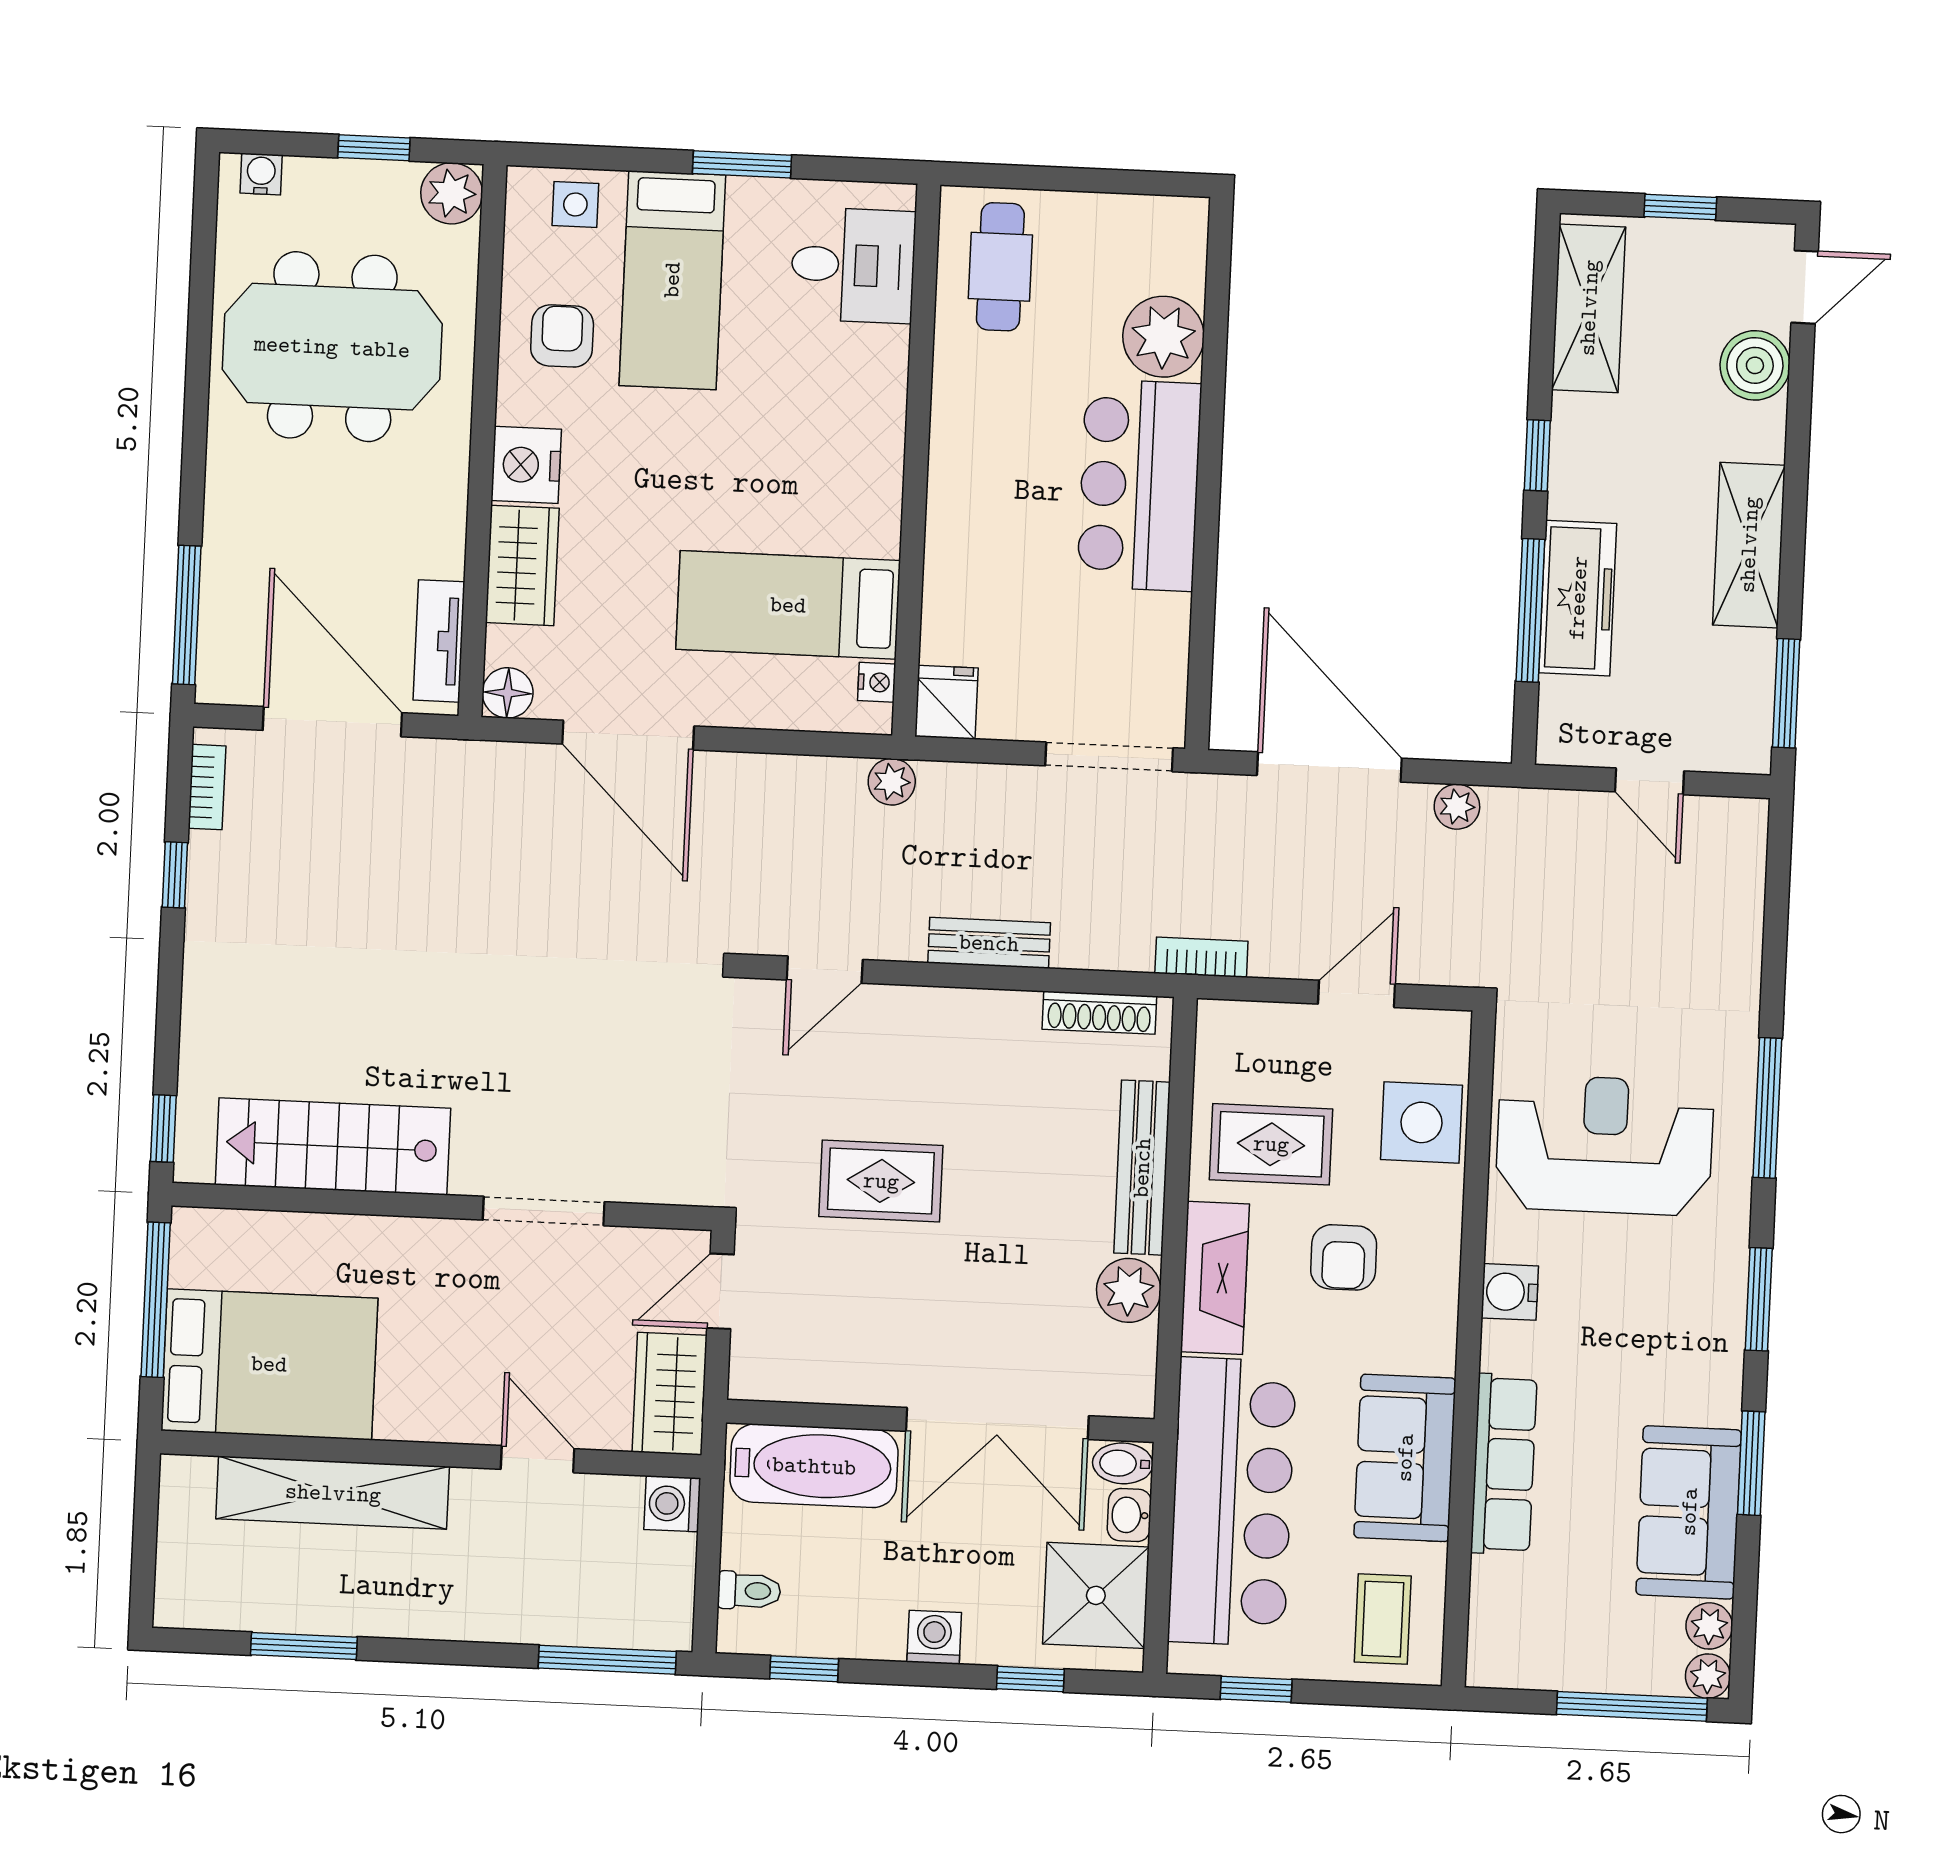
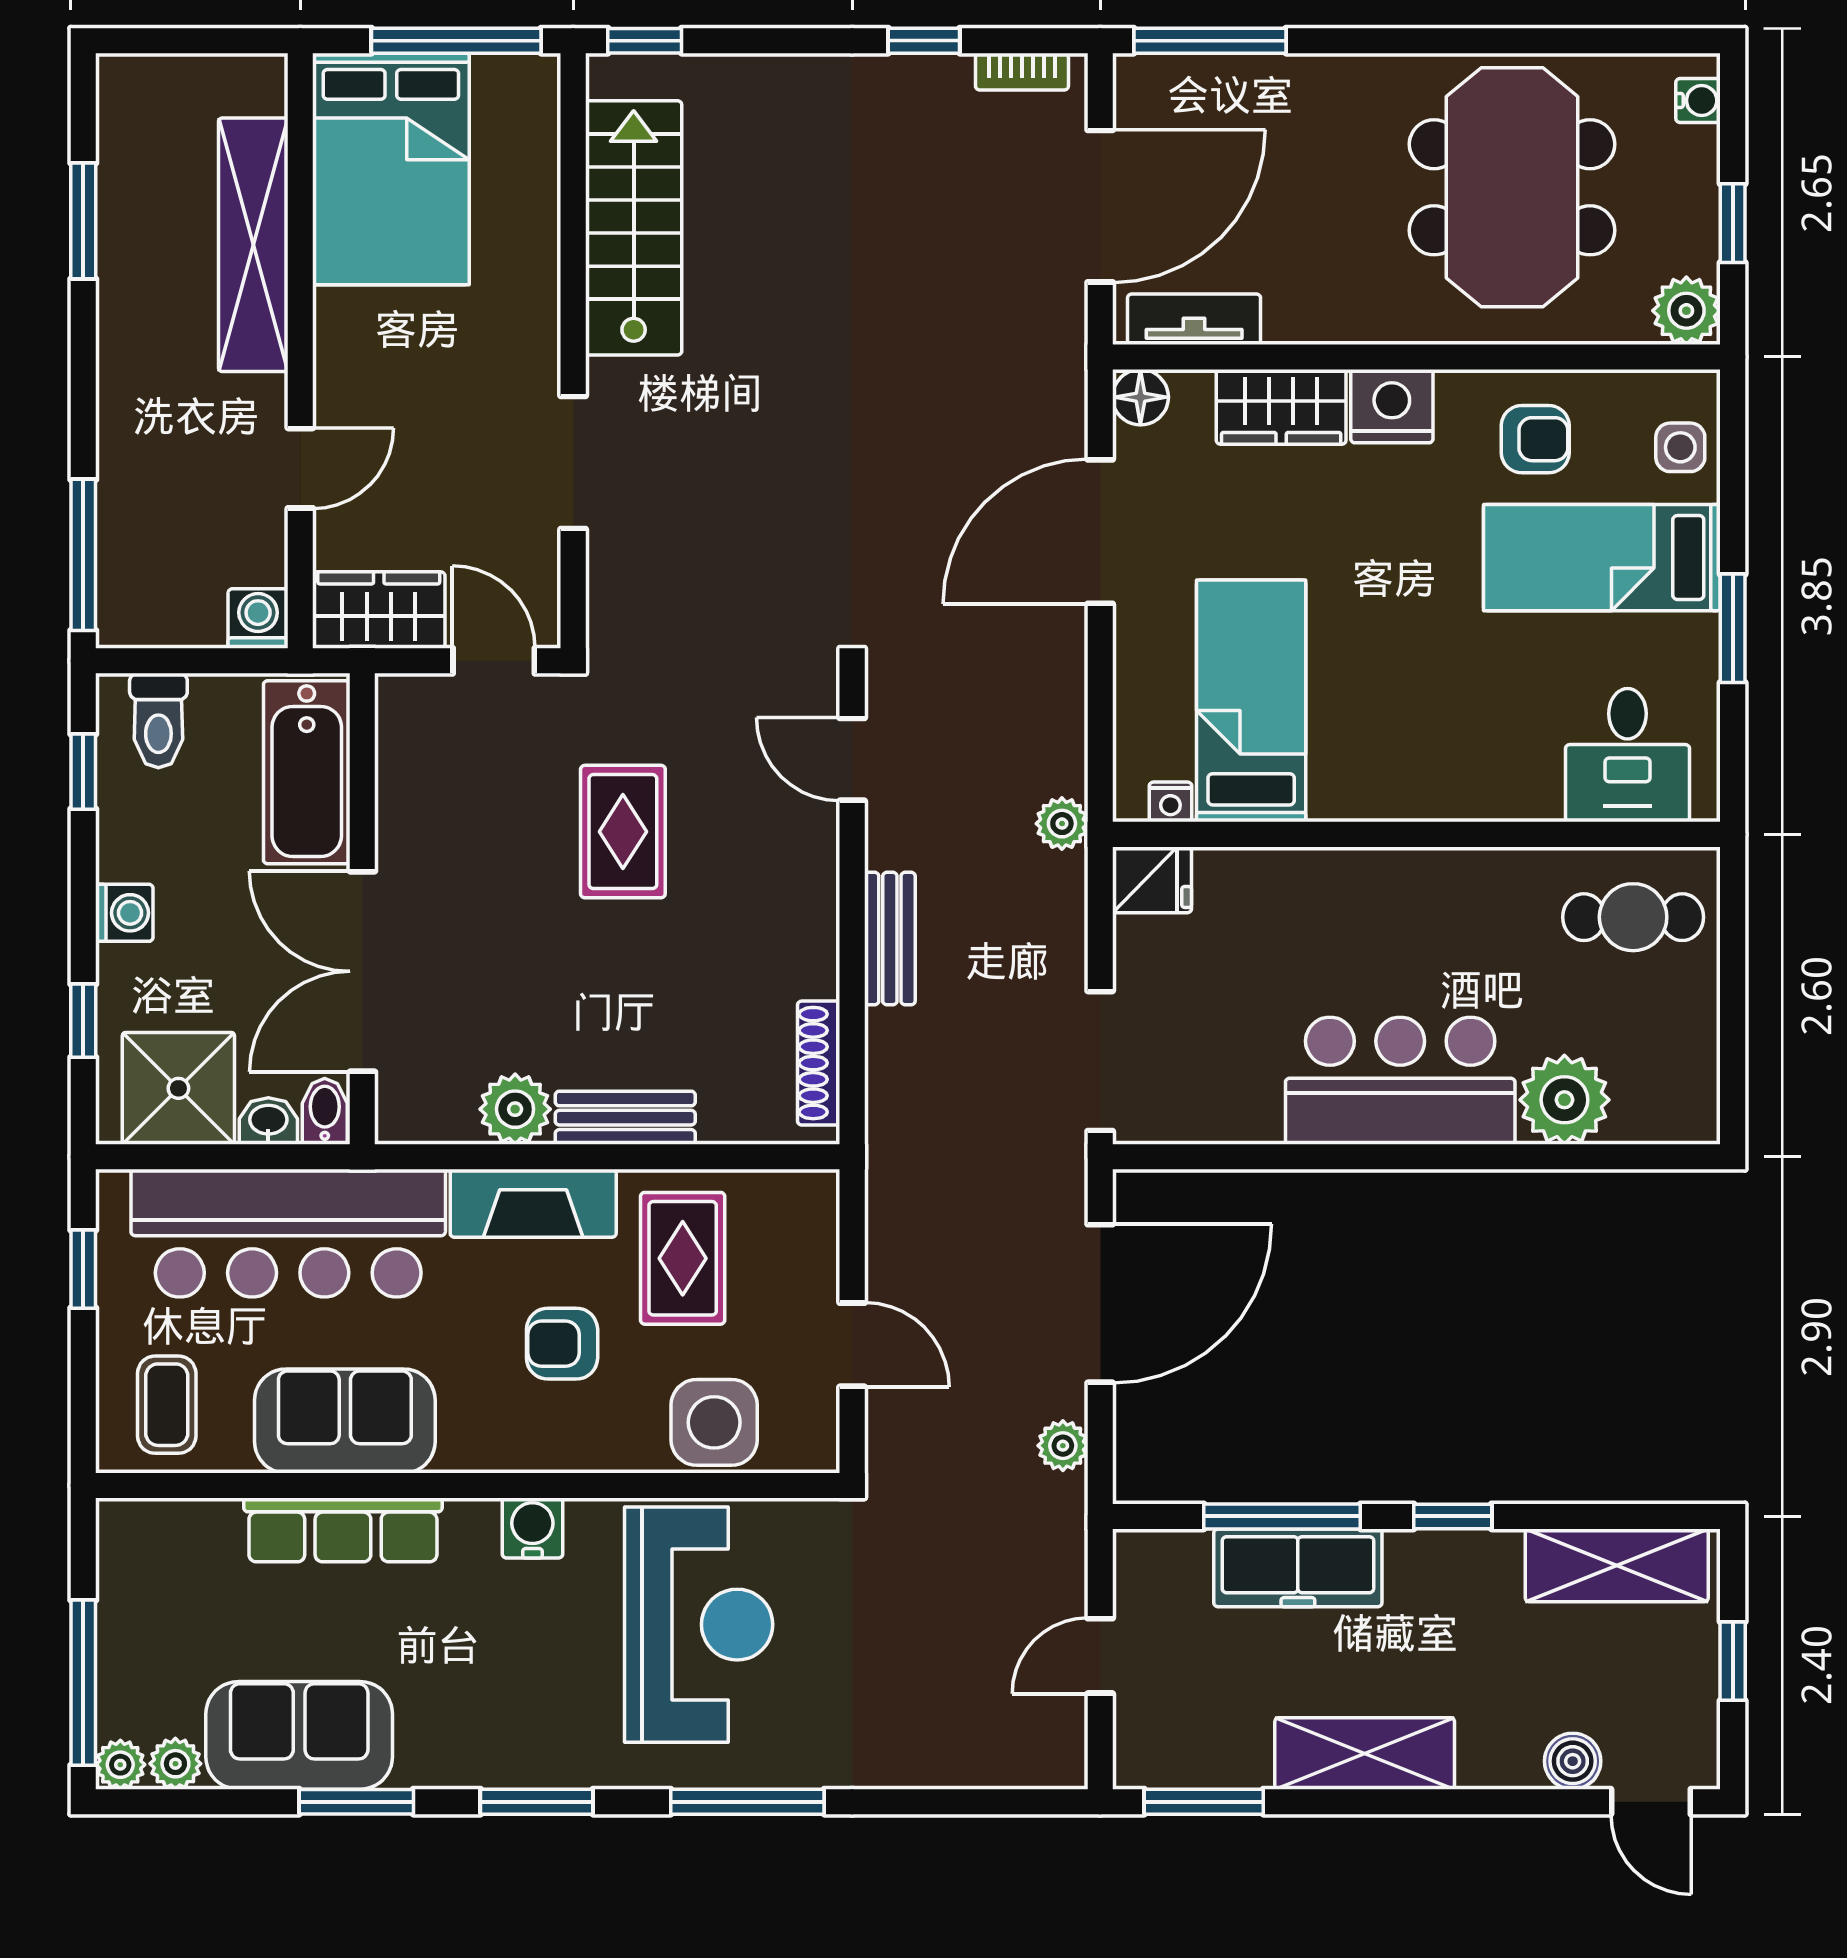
boiler: (1755, 365) -> (1573, 1761), width x0.73, depth x0.73
bookcase: (1201, 957) -> (885, 1172), removed
bench: (1142, 1168) -> (625, 1118), width x0.73
toilet: (749, 1591) -> (158, 720), width x1.37, depth x1.39
coffee table: (1383, 1619) -> (167, 1405), turned 90

